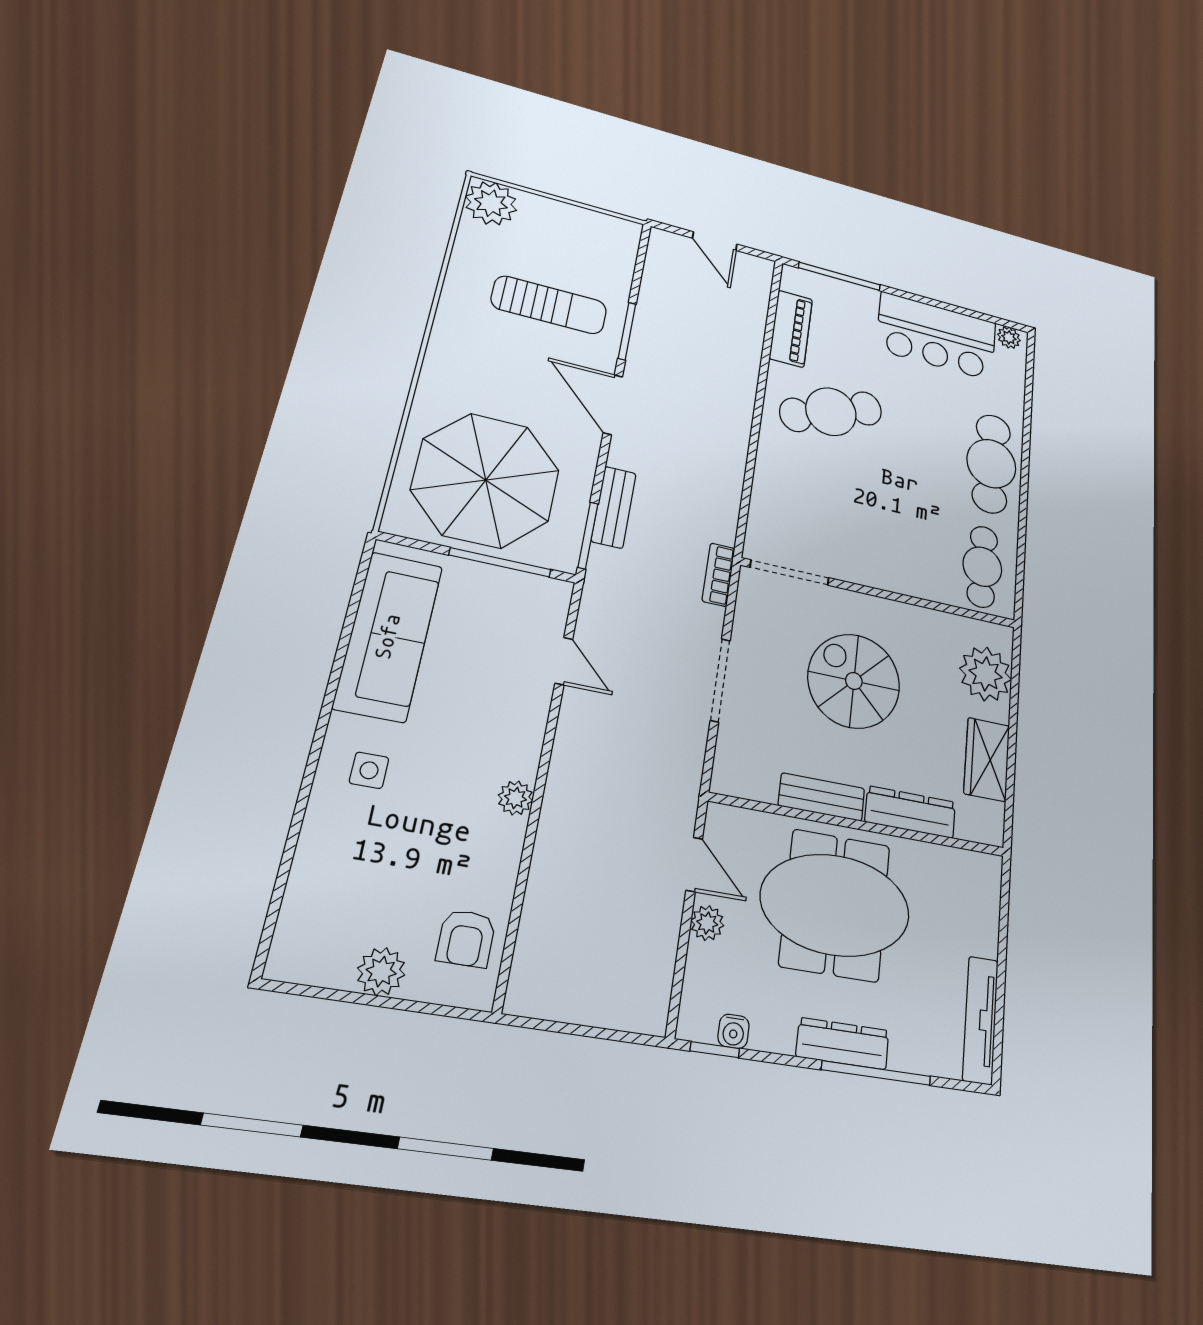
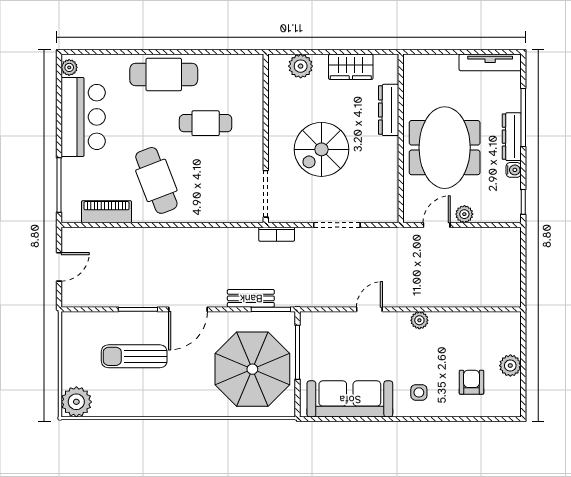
sun lounger: (549, 305) -> (134, 356), turned -90
cafe table: (982, 567) -> (206, 123), moved
door: (564, 661) -> (369, 309), moved
plant: (986, 674) -> (301, 66), width x0.73, depth x0.73
bench: (822, 797) -> (390, 161), removed
armchair: (466, 938) -> (472, 382), moved, turned -90
water cooler: (734, 1031) -> (514, 170), moved

